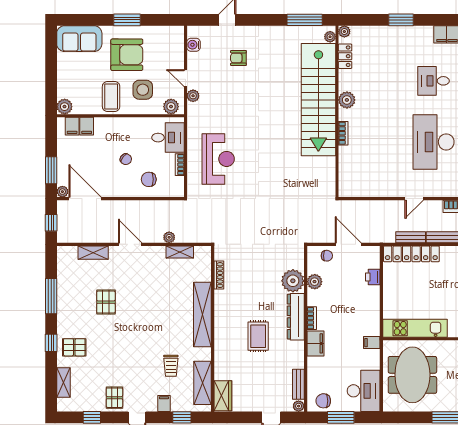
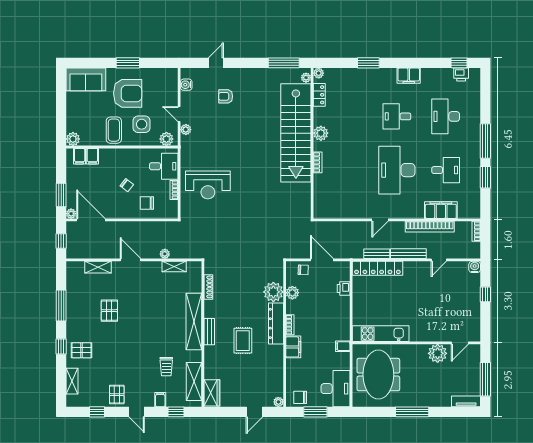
reception desk: (218, 159) -> (208, 185), turned 90
bench: (298, 384) -> (209, 332), moved

